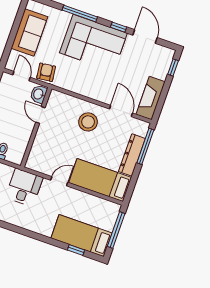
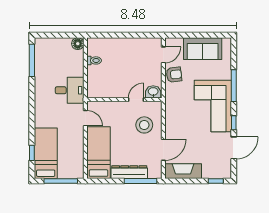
washbasin: (39, 94) -> (153, 92), moved
door: (40, 115) -> (136, 100), moved
wall: (36, 127) -> (124, 100), moved

